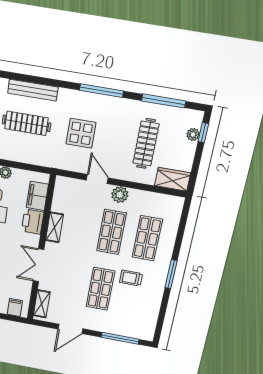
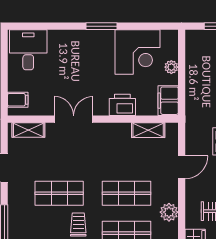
plant: (120, 195) -> (169, 212), moved
filing cabinet: (37, 196) -> (168, 101), moved, turned -90
shelving: (54, 227) -> (148, 130), moved

